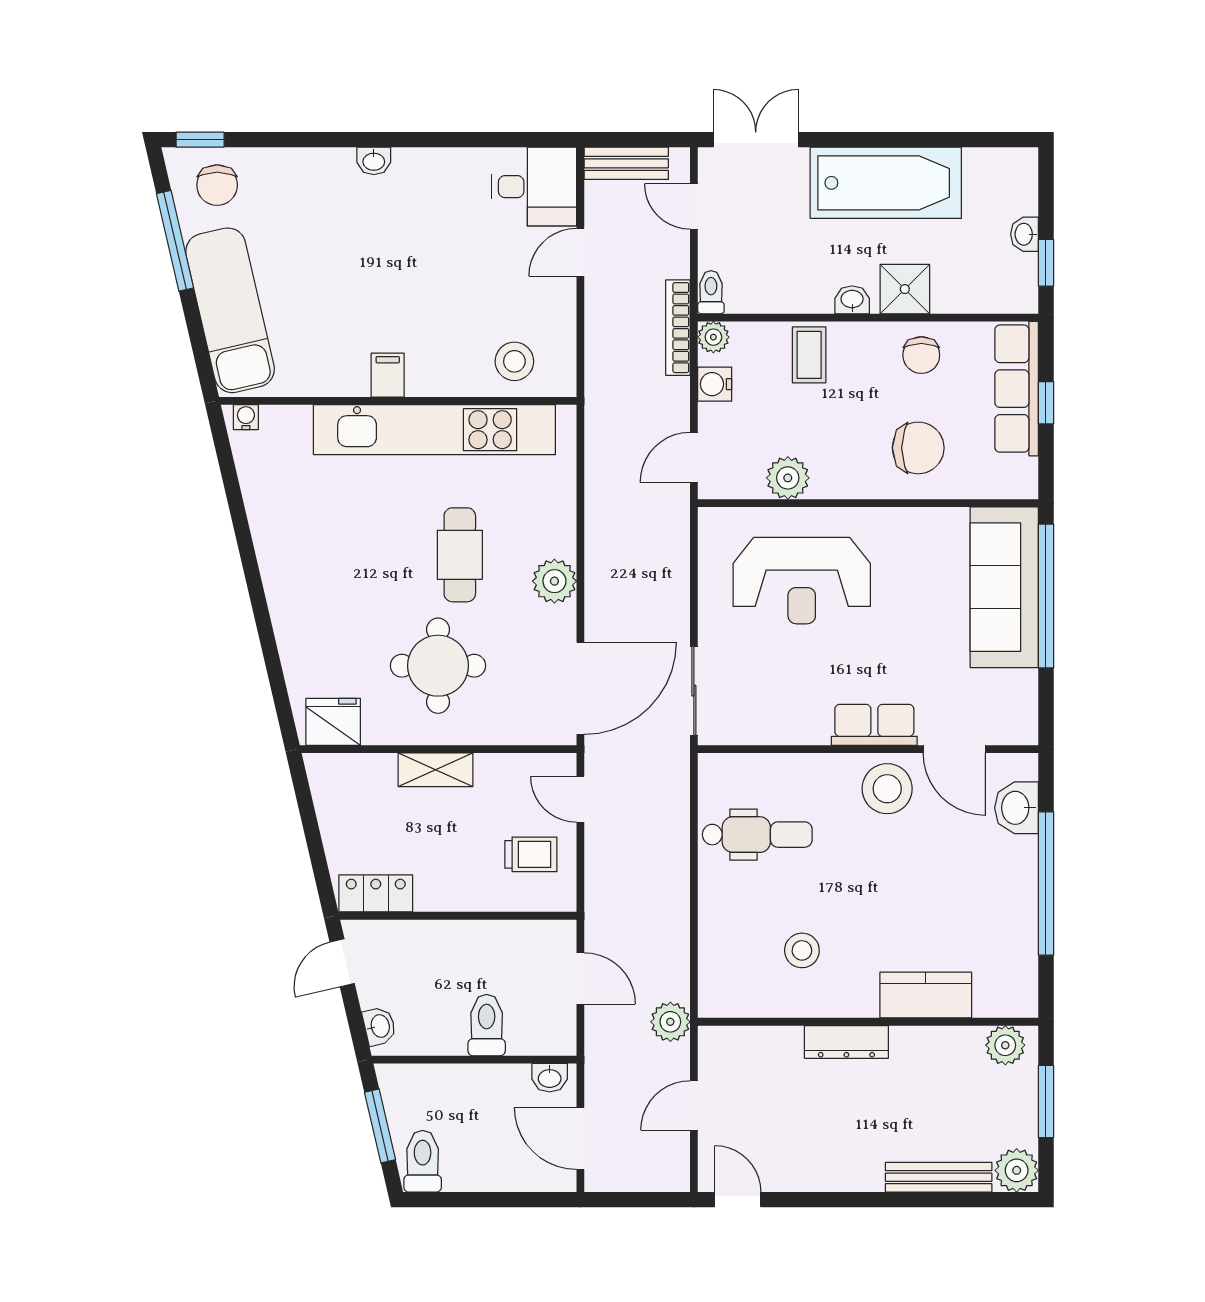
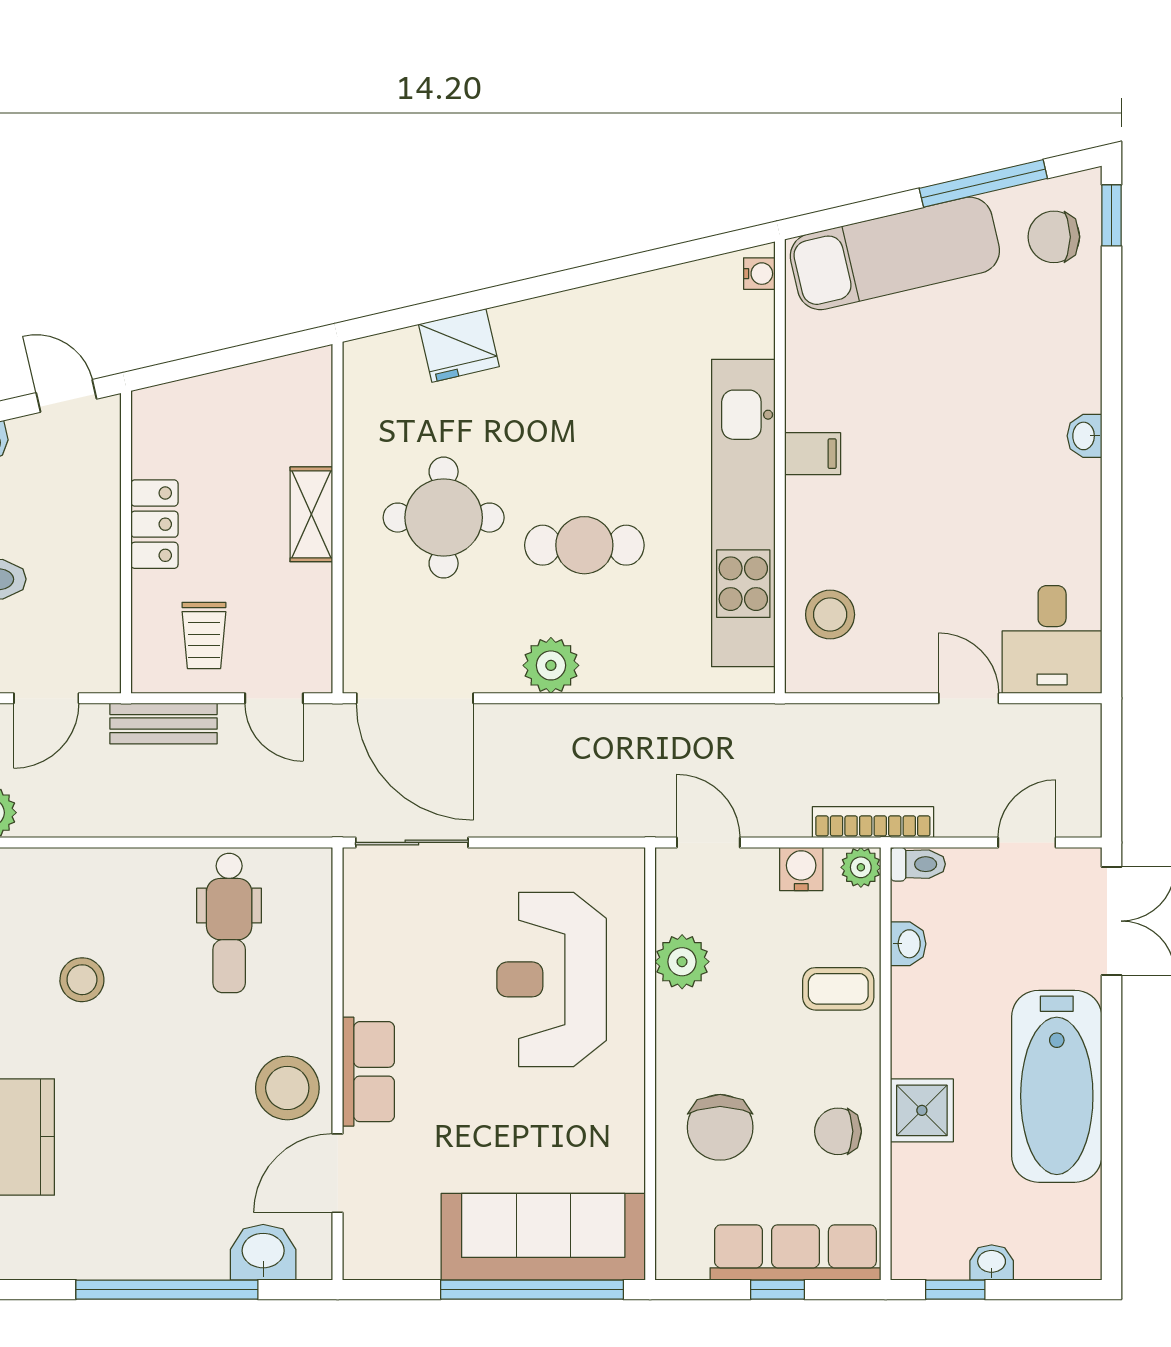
bench: (626, 163) -> (163, 724), moved, turned 90
washbasin: (852, 300) -> (908, 944), moved
fridge: (333, 722) -> (459, 345), moved, turned 77
door: (580, 799) -> (274, 698), swing flipped
locker: (376, 893) -> (154, 524), moved

